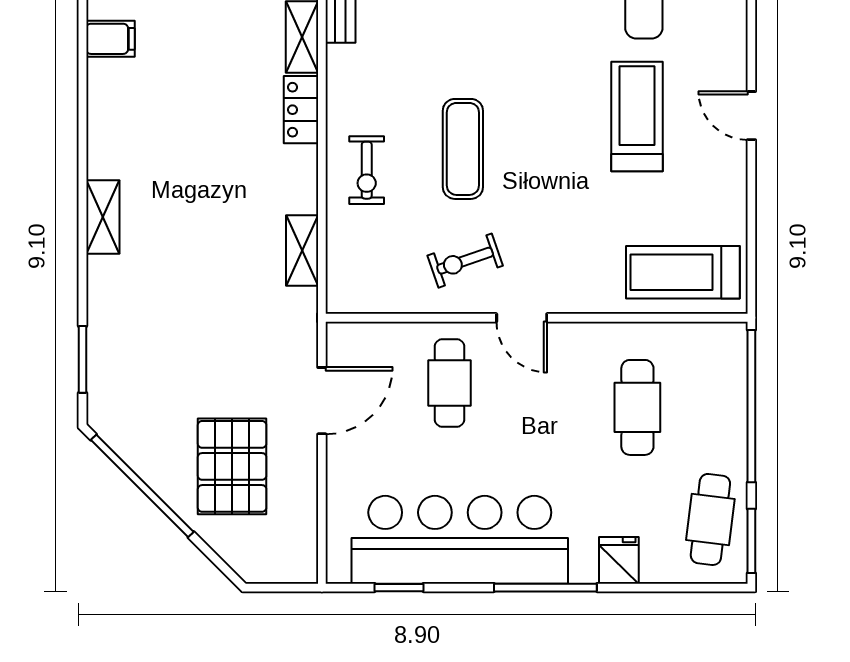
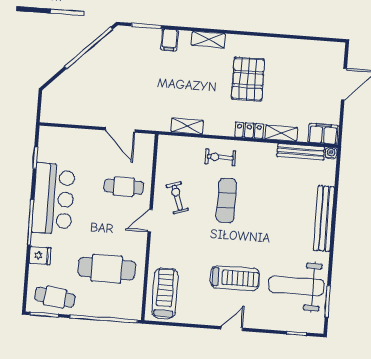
filing cabinet: (110, 39) -> (169, 40), moved
exercise mat: (463, 149) -> (226, 200), turned 90
cafe table: (637, 407) -> (107, 269), width x1.37, depth x1.35
pallet: (232, 466) -> (248, 79), moved, turned 90
bar counter: (460, 540) -> (53, 199), width x0.73

